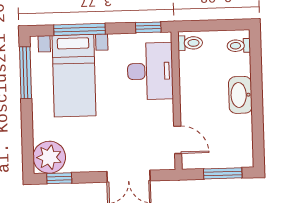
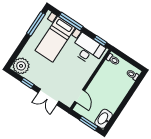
desk: (150, 71) -> (88, 49), moved, turned -90
washbasin: (240, 95) -> (104, 119), moved
window: (59, 178) -> (27, 83), moved

